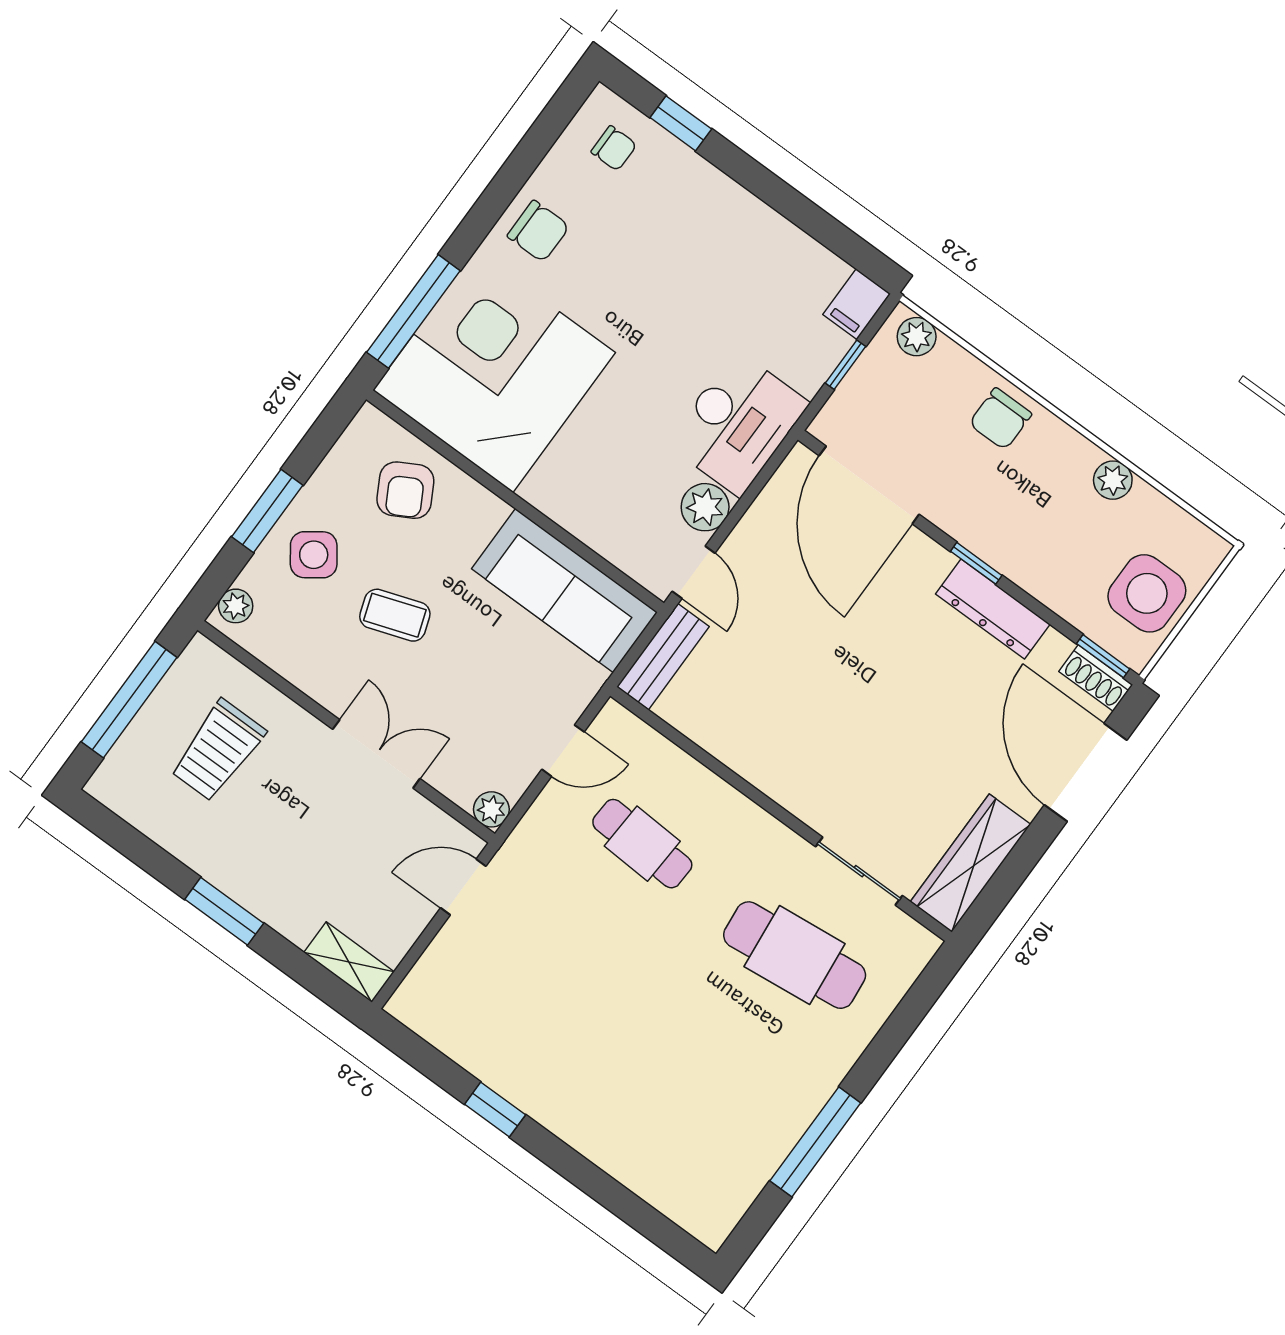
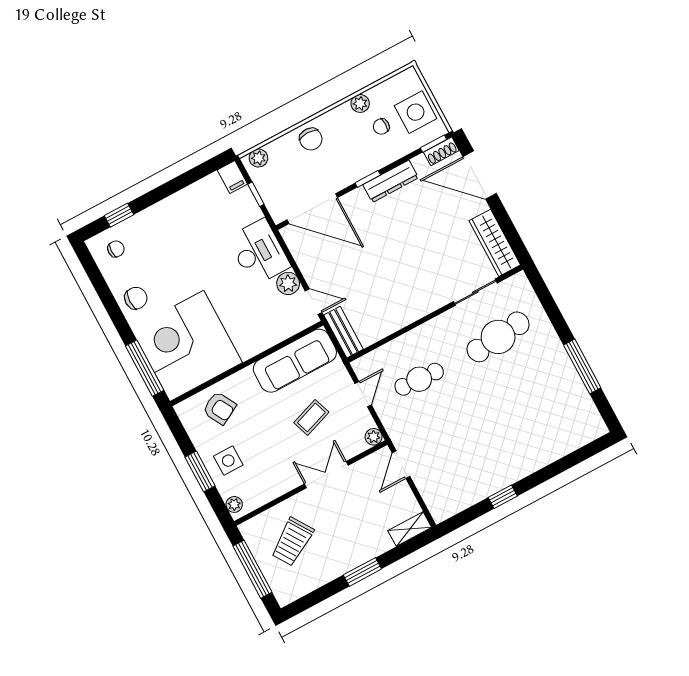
chair: (1088, 541) -> (381, 127), added
side table: (314, 555) -> (228, 461), turned 36
coffee table: (395, 615) -> (311, 417), moved
trolley: (218, 750) -> (292, 542), turned 57

